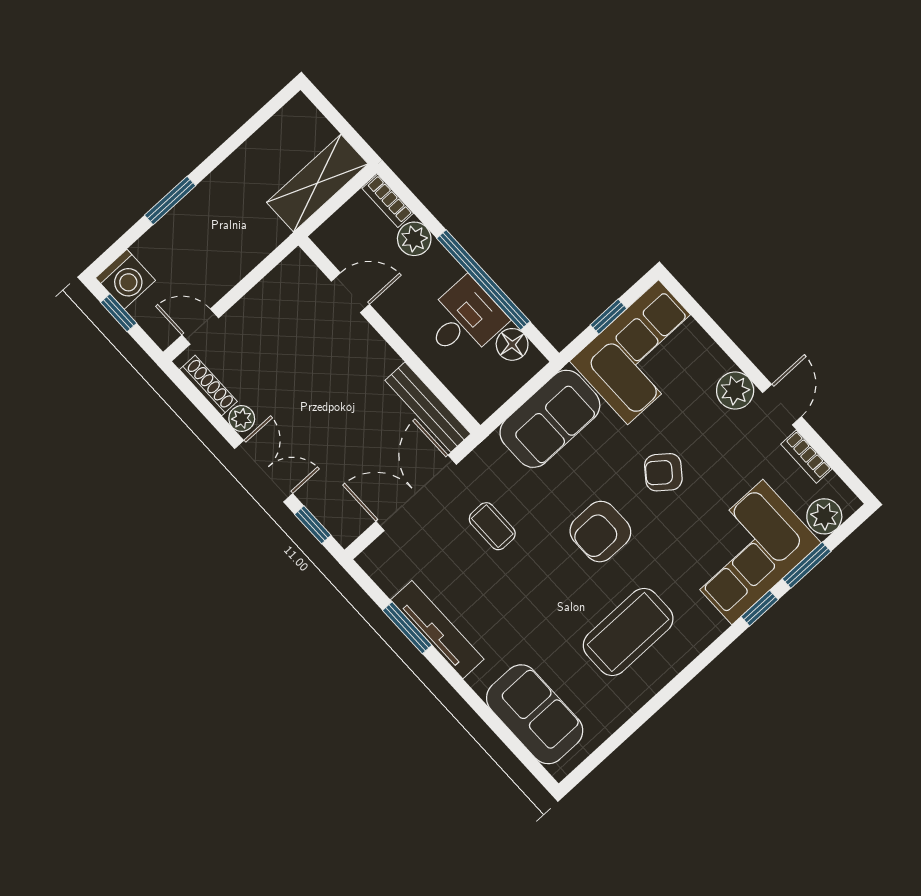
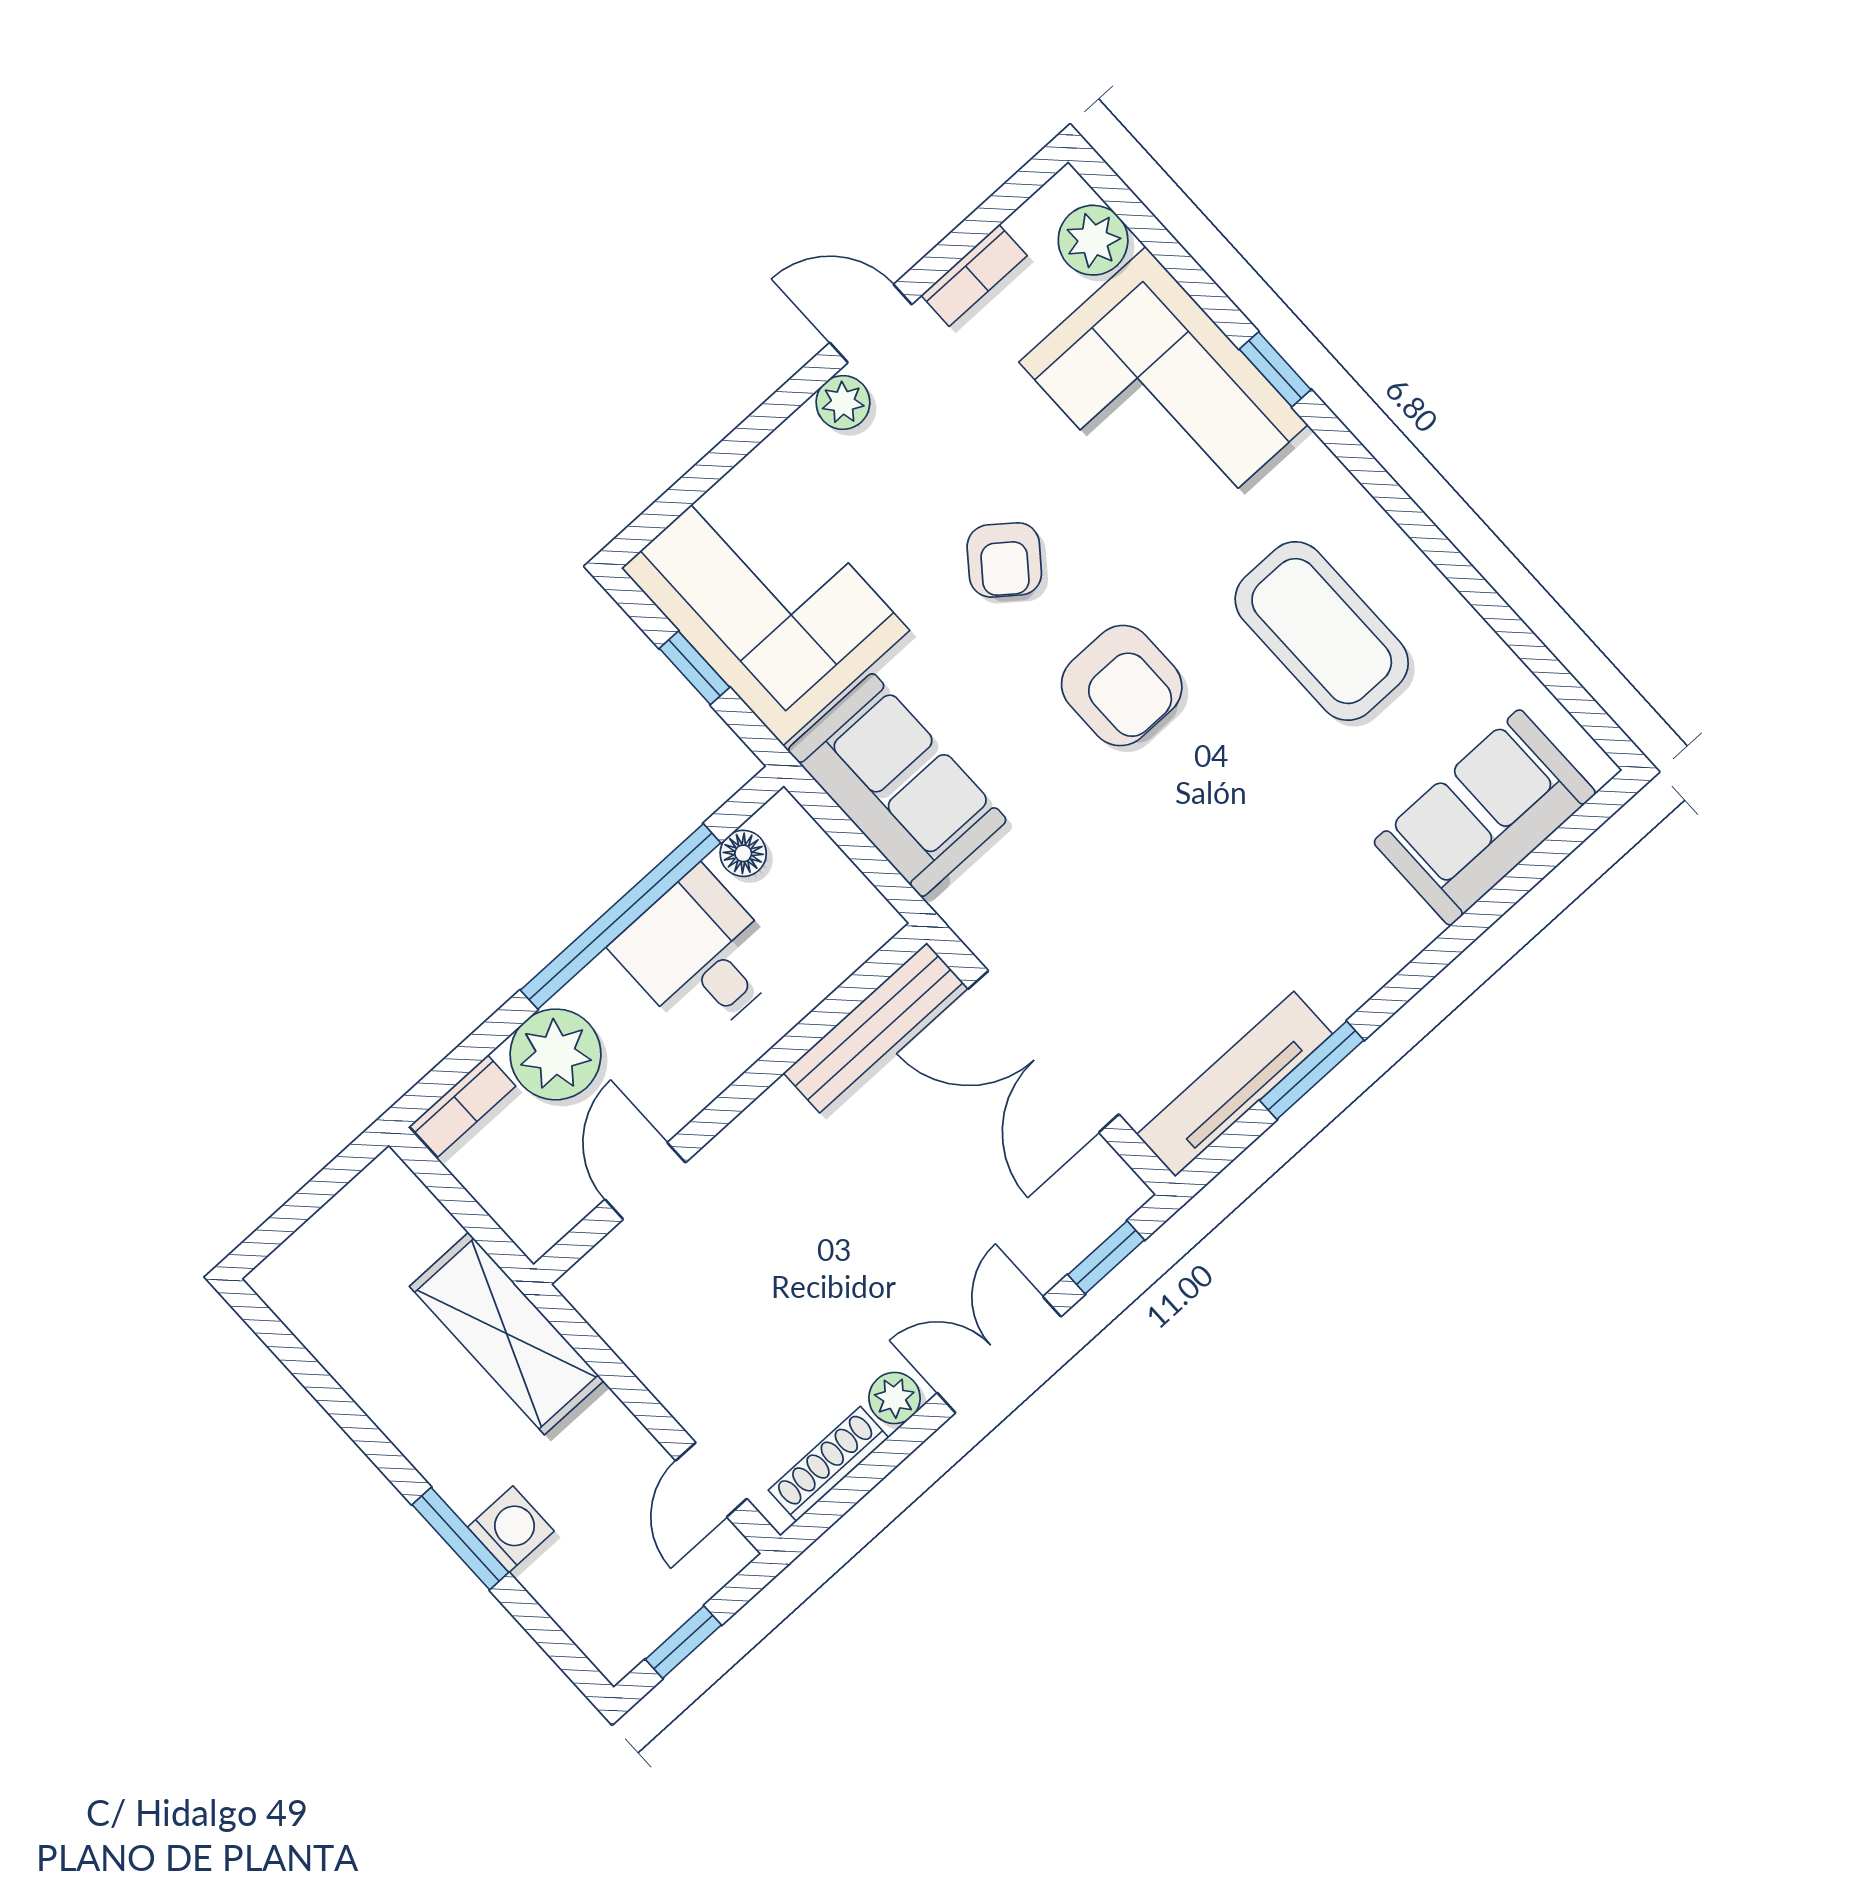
shelving: (317, 183) -> (507, 1334), moved
plant: (414, 239) -> (556, 1054), width x1.36, depth x1.36
washing machine: (125, 279) -> (511, 1529), moved, width x0.73, depth x0.73
floor lamp: (512, 344) -> (743, 853), width x0.73, depth x0.73
plant: (735, 391) -> (843, 402), width x0.73, depth x0.73
coffee table: (492, 526) -> (1110, 900), removed
window: (807, 565) -> (1190, 276), removed
tv unit: (437, 630) -> (1235, 1084), moved

